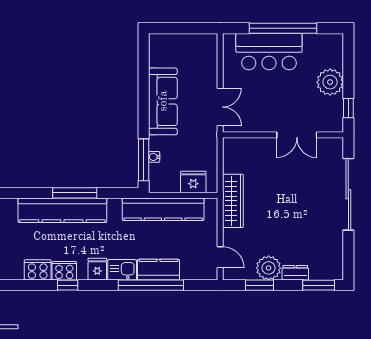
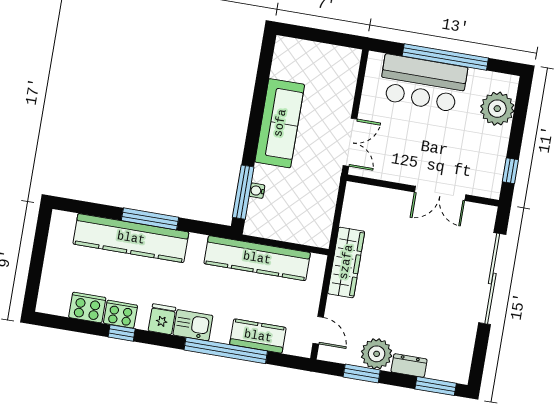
plant: (330, 82) -> (497, 109), moved
fridge: (193, 182) -> (301, 230), removed
kitchen counter: (158, 270) -> (258, 336), moved

